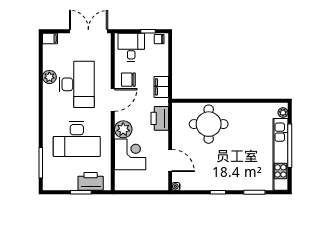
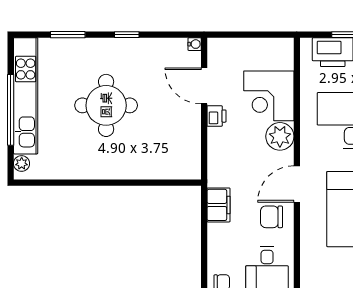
chair: (128, 80) -> (271, 217), turned 180
printer: (160, 118) -> (216, 116), moved, width x0.53, depth x0.68
round table: (209, 124) -> (106, 105), moved

